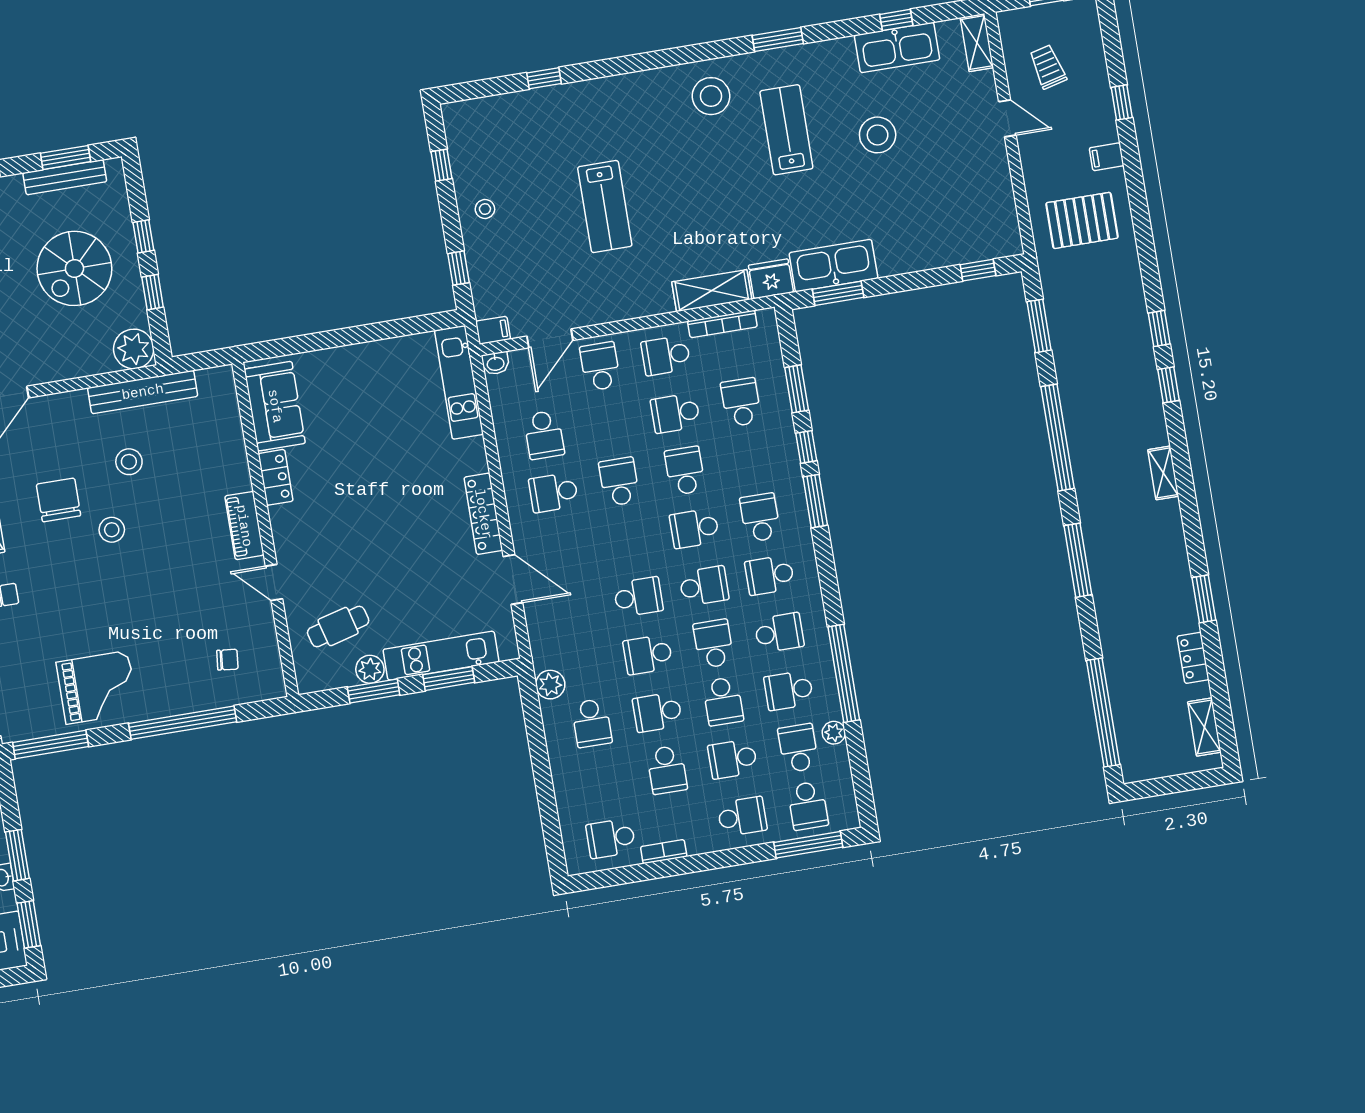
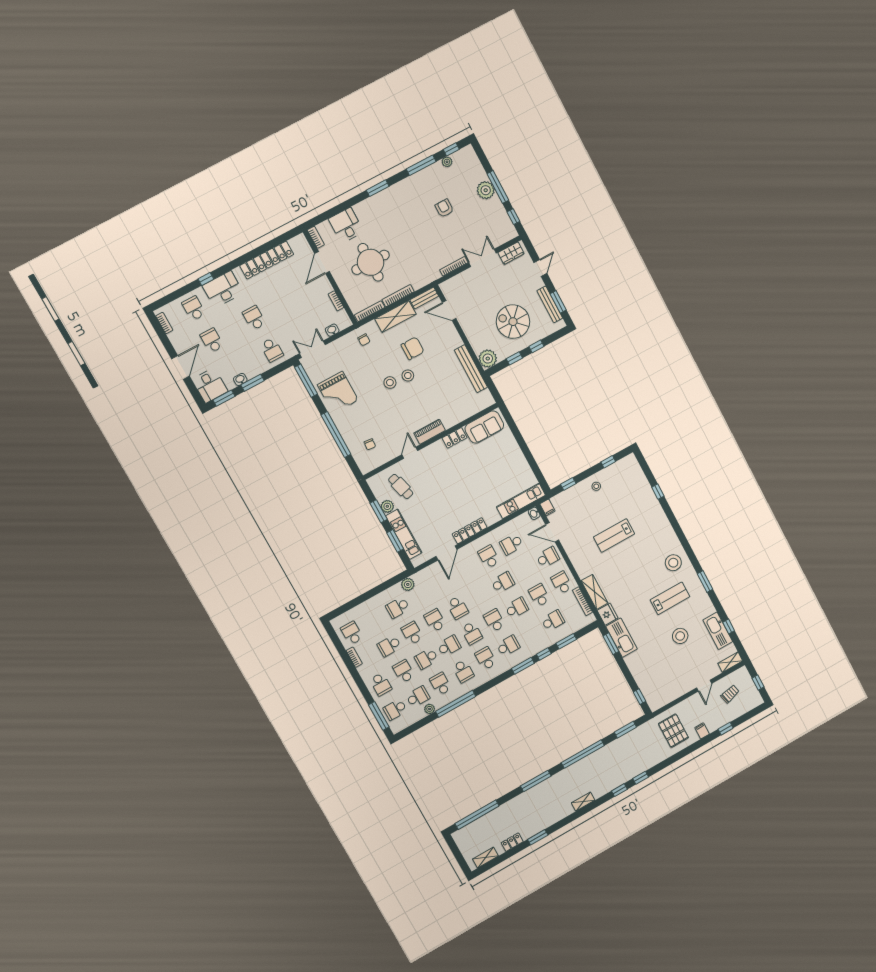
stool: (129, 462) -> (390, 383), moved

